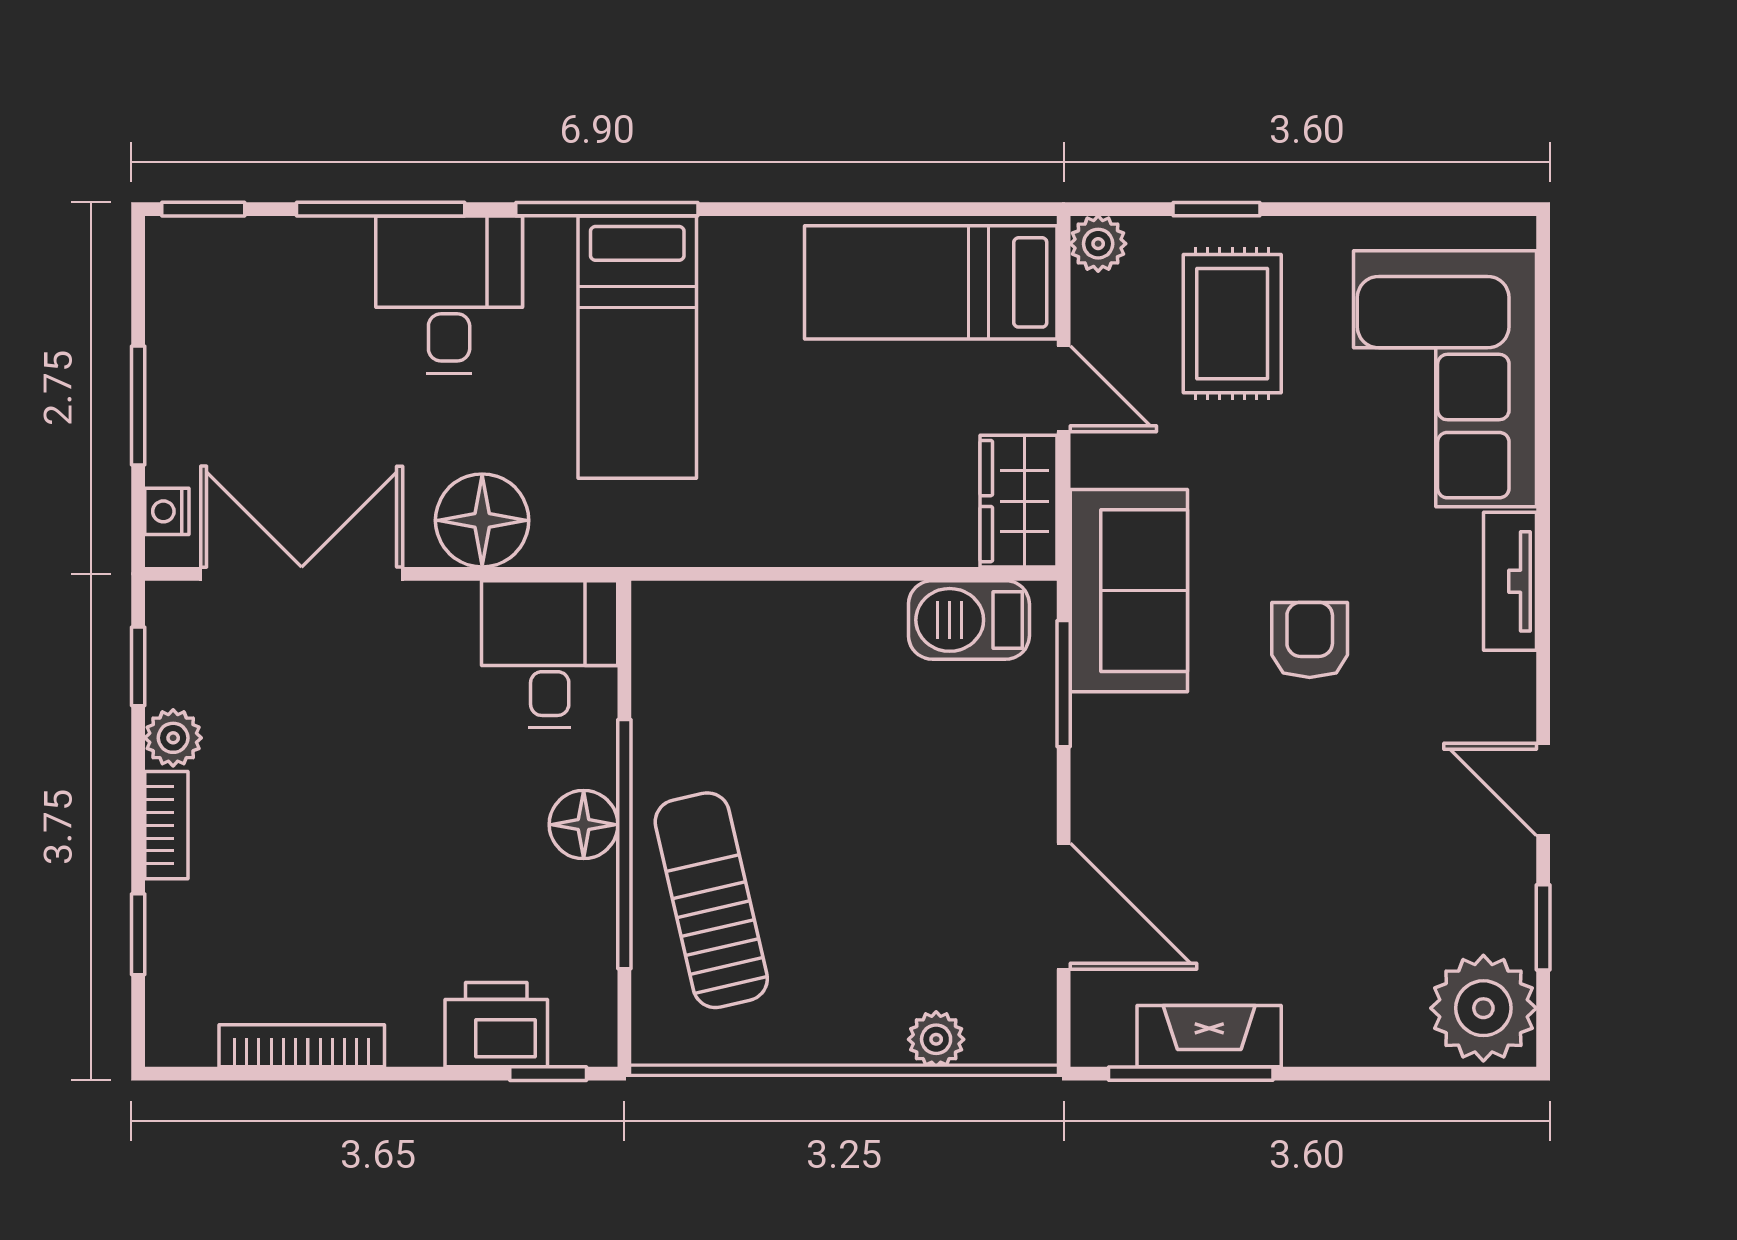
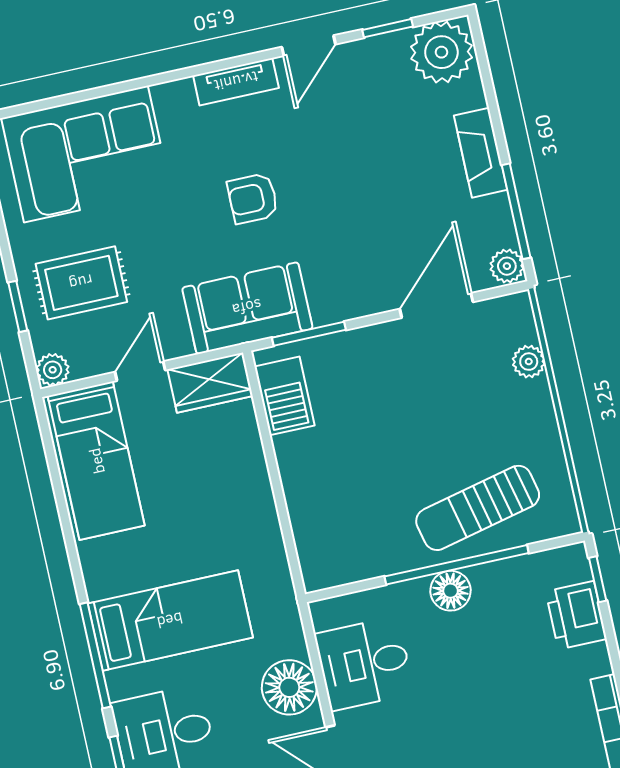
tv unit: (1510, 581) -> (236, 82), moved
desk: (550, 654) -> (364, 664), moved
fireplace: (1209, 1036) -> (481, 153), moved
plant: (1103, 1038) -> (507, 266), added

